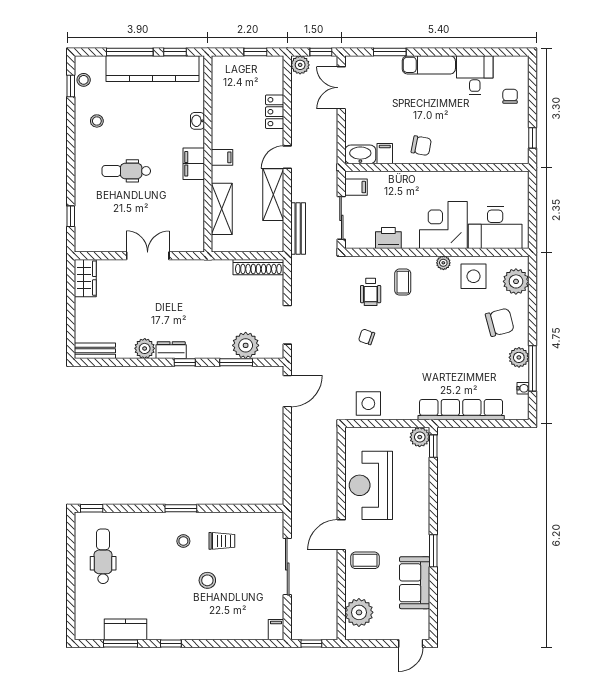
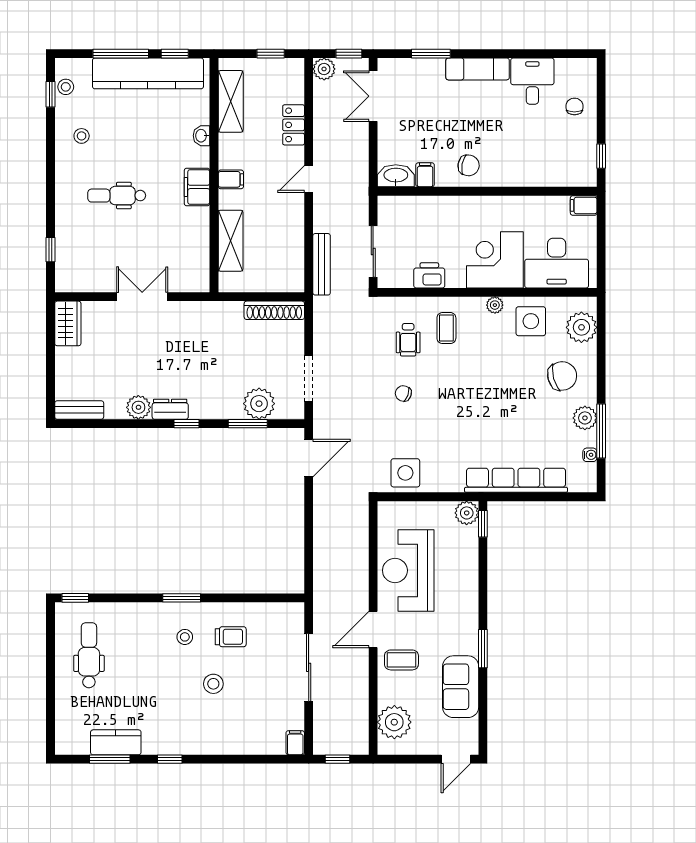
filing cabinet: (356, 187) -> (584, 205), moved, turned 180
shelving: (273, 195) -> (231, 101), moved

